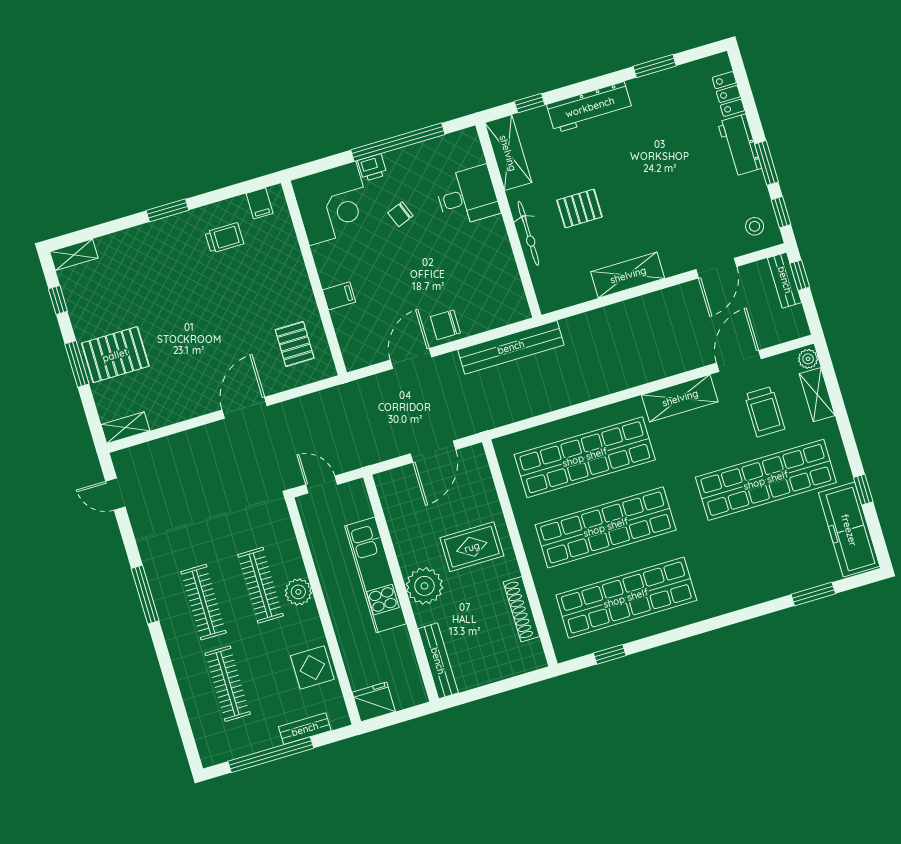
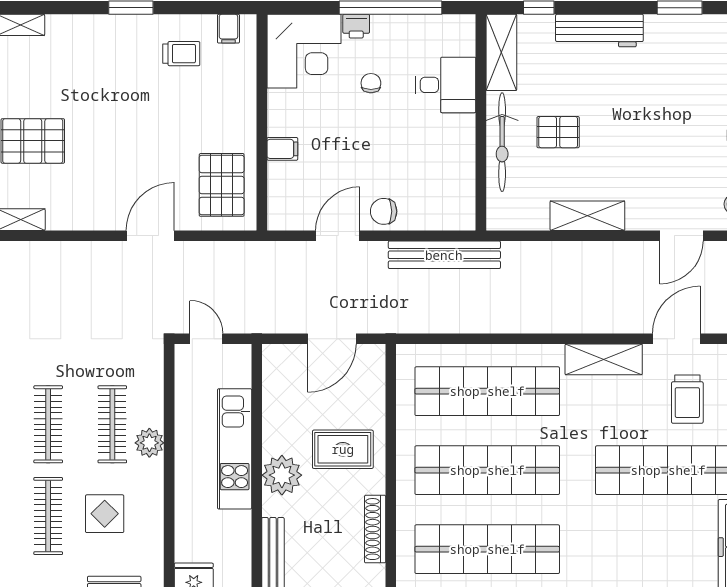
chair: (400, 214) -> (371, 83), turned 111
bicycle: (528, 233) -> (502, 142), width x1.37, depth x1.40
pallet: (295, 344) -> (222, 185), width x1.50, depth x1.42
display table: (312, 668) -> (105, 514), moved

